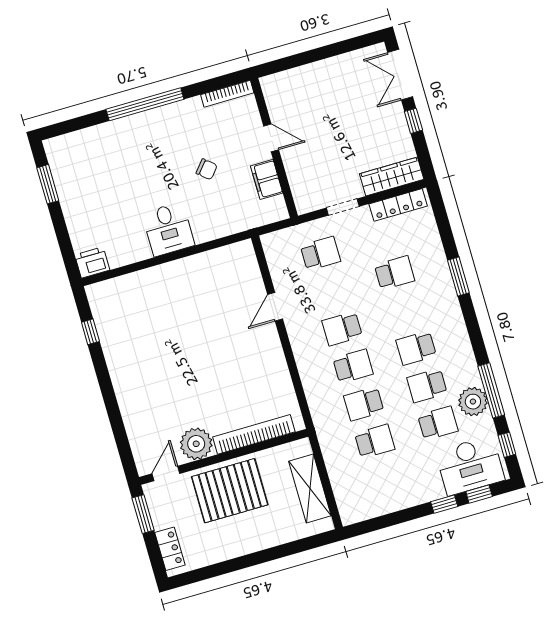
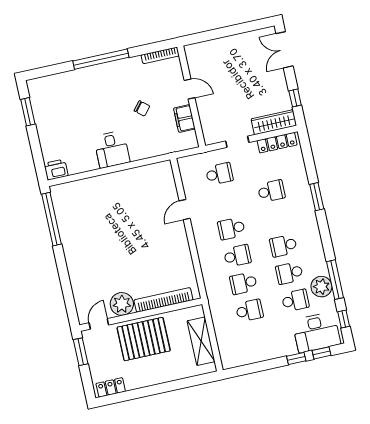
window: (413, 121) -> (295, 98), moved
window: (90, 332) -> (51, 219), width x3.17
locker: (170, 549) -> (111, 387), moved, turned -90

